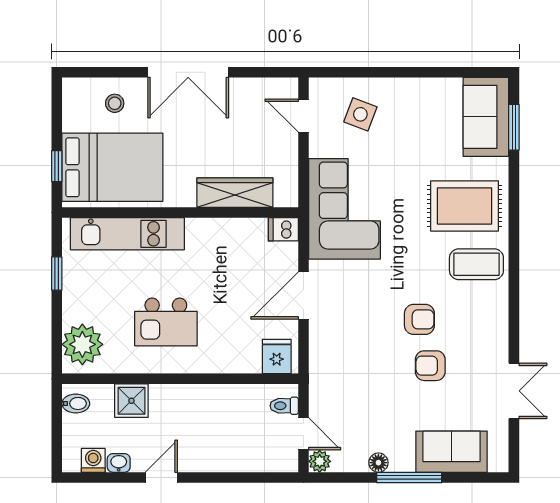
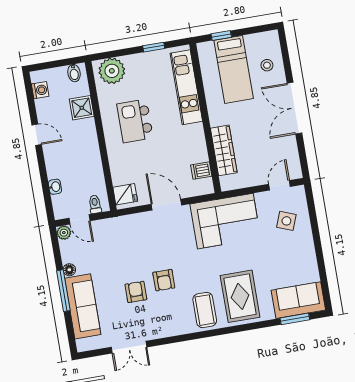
bed: (112, 167) -> (234, 69), width x0.67
dishwasher: (283, 229) -> (201, 171), moved, turned -90
door: (303, 434) -> (79, 219), hinge flipped
sofa: (452, 452) -> (83, 306), width x1.36
washbasin: (119, 463) -> (55, 187), moved

